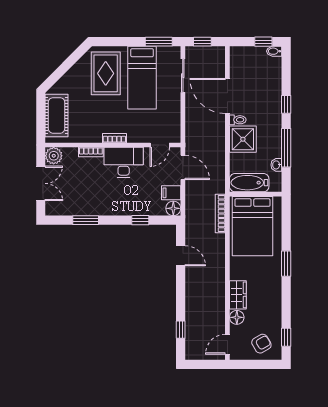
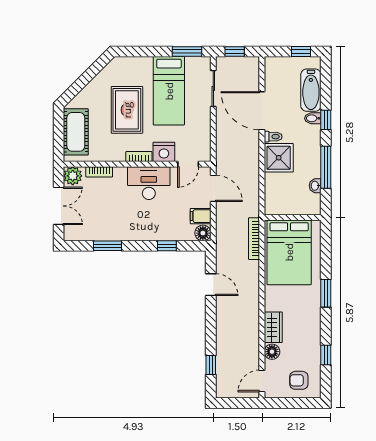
bidet: (274, 51) -> (313, 118), moved
rug: (106, 73) -> (127, 110), moved
nightstand: (137, 134) -> (164, 152), added
bookcase: (91, 152) -> (99, 172), moved
bathtub: (249, 183) -> (311, 90), moved, turned -90
window: (286, 337) -> (326, 355), moved
armchair: (261, 344) -> (299, 380), turned -150

